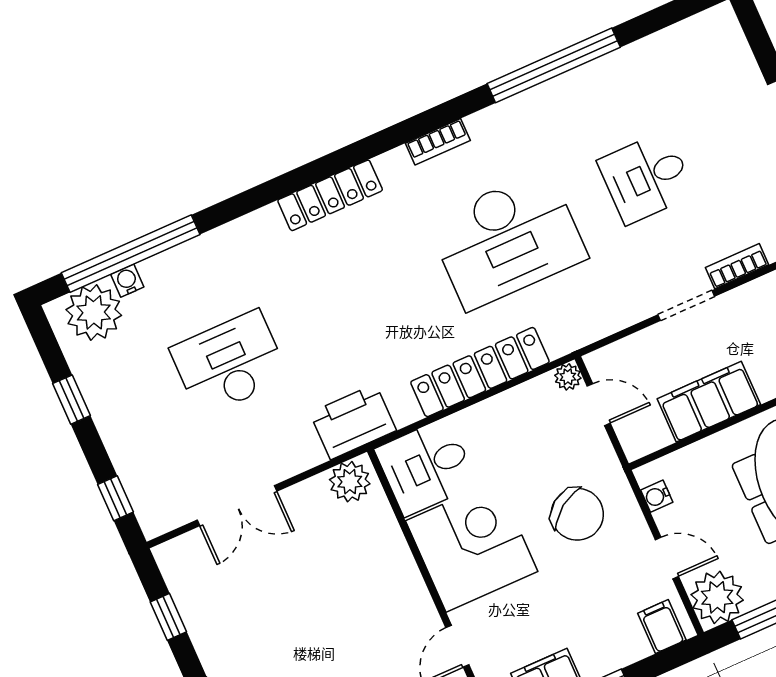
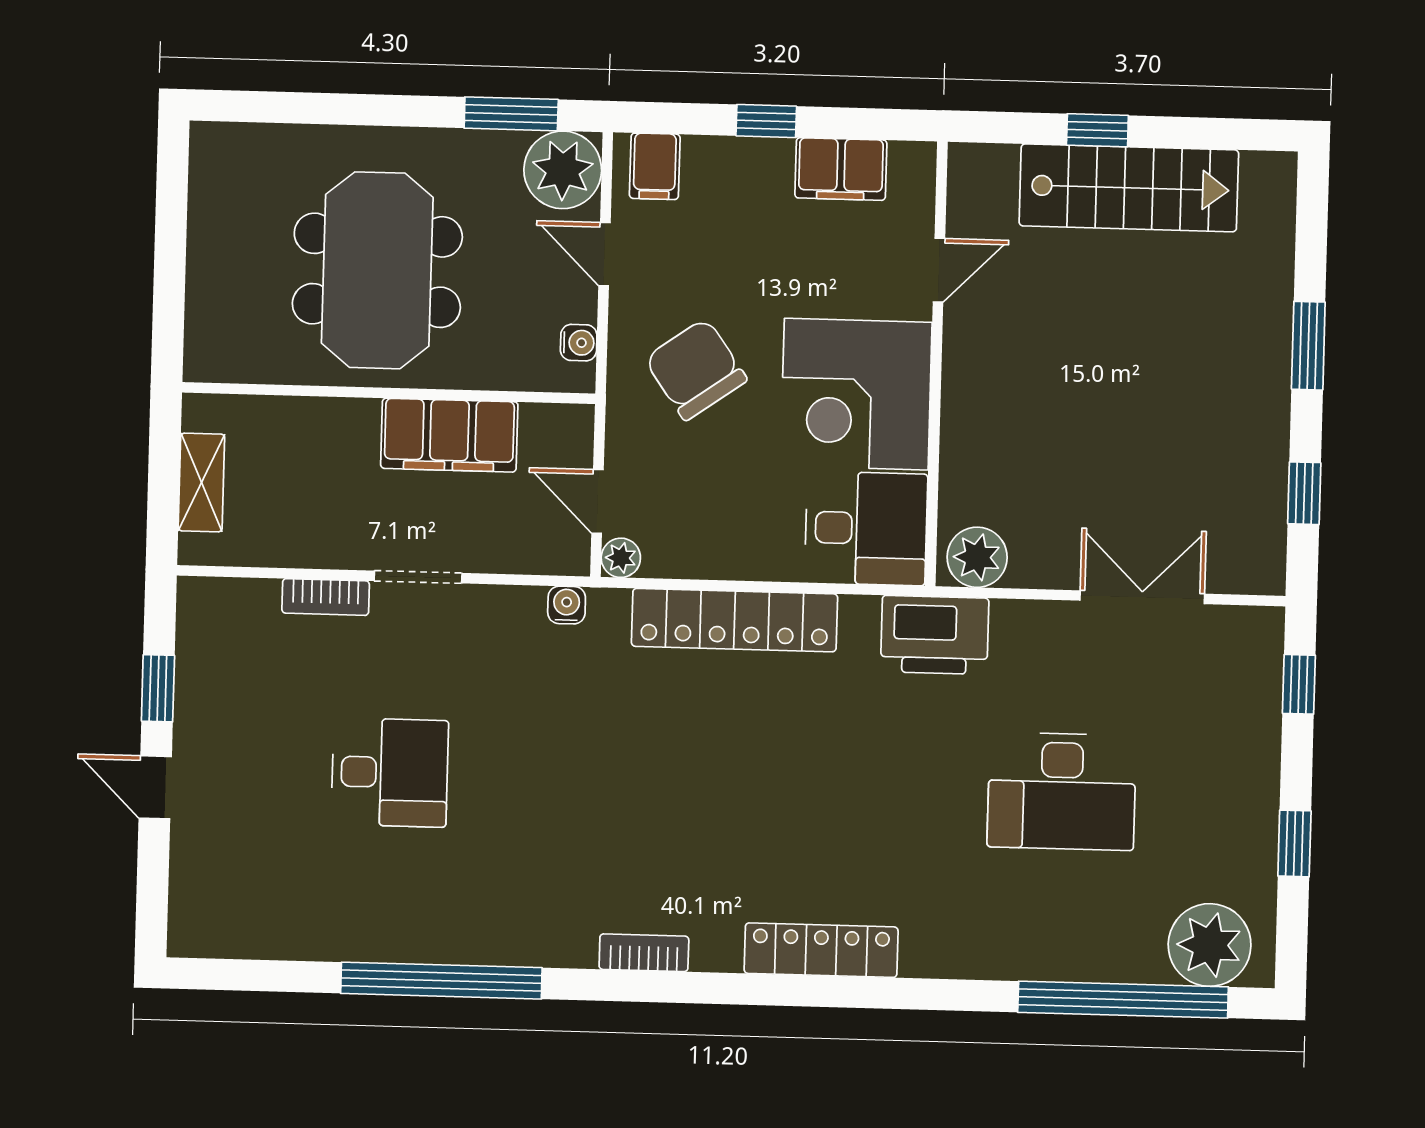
desk: (507, 239) -> (614, 779), removed
water cooler: (127, 281) -> (567, 605), moved, turned 180

